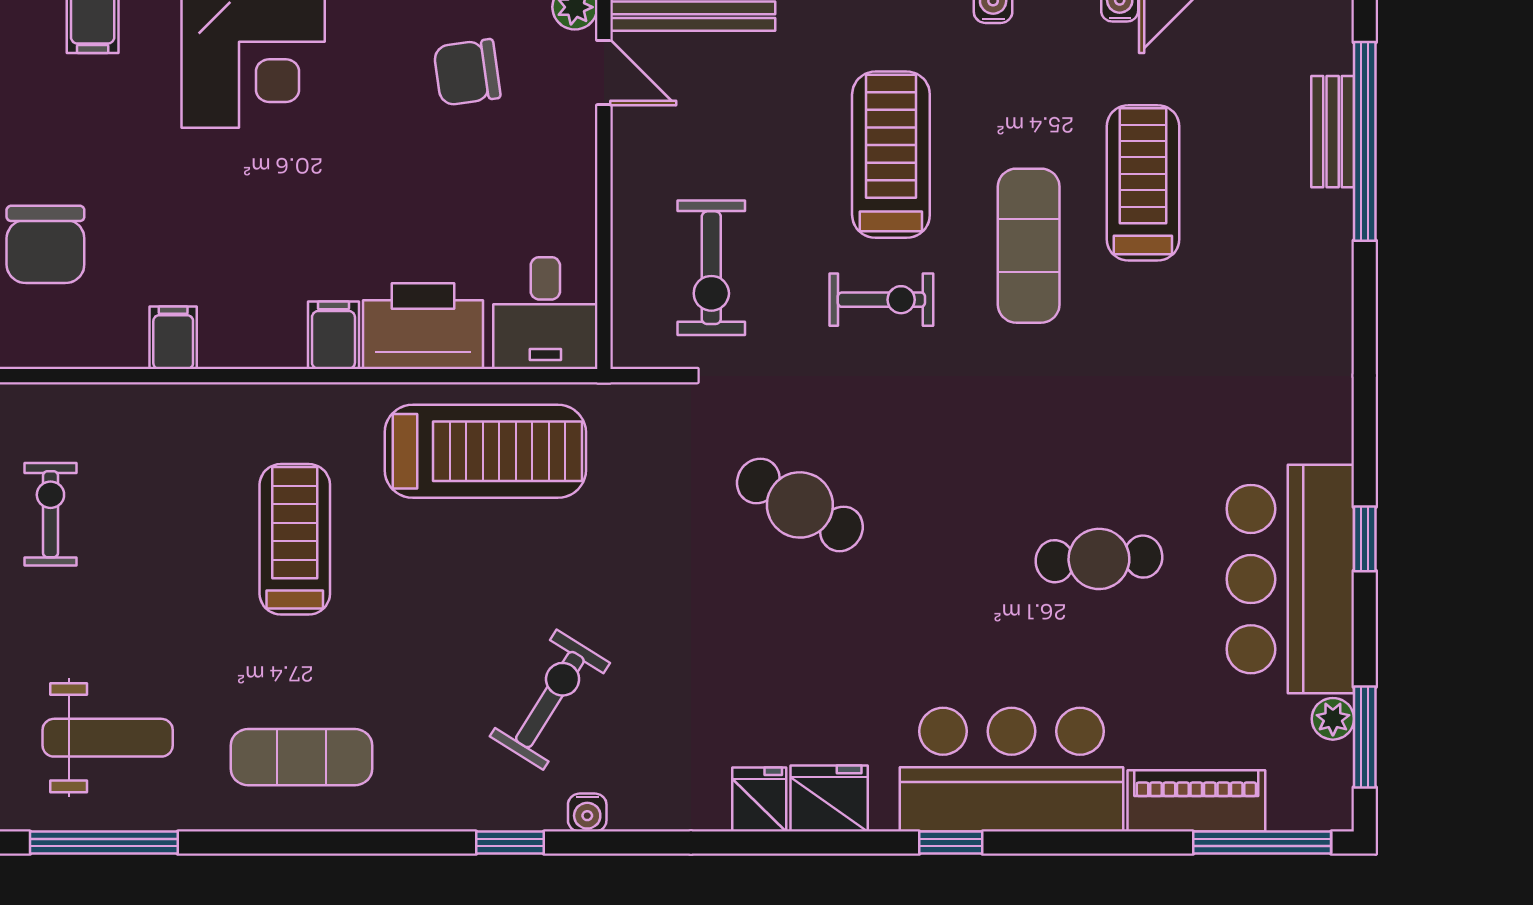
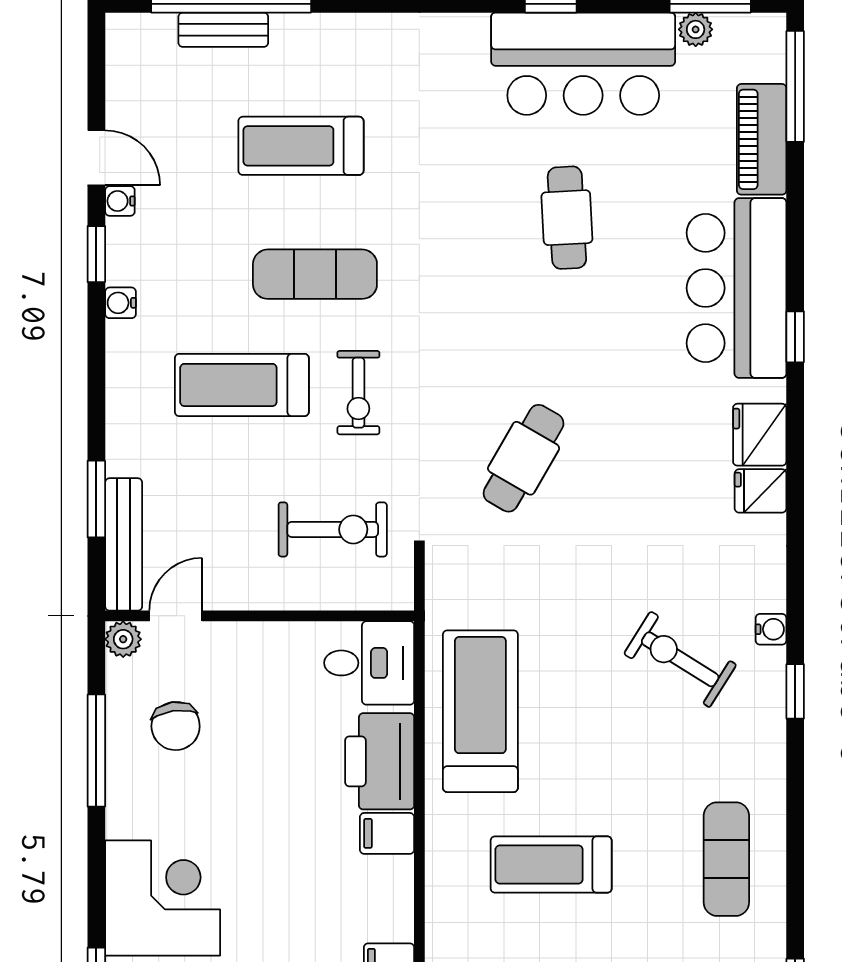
treadmill: (1143, 183) -> (301, 146), moved
exercise bike: (881, 300) -> (358, 393), turned 180

